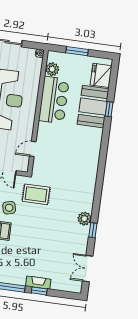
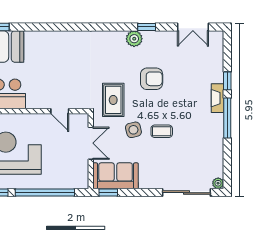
armchair: (49, 228) -> (152, 79), added
fireplace: (38, 283) -> (217, 98), moved

